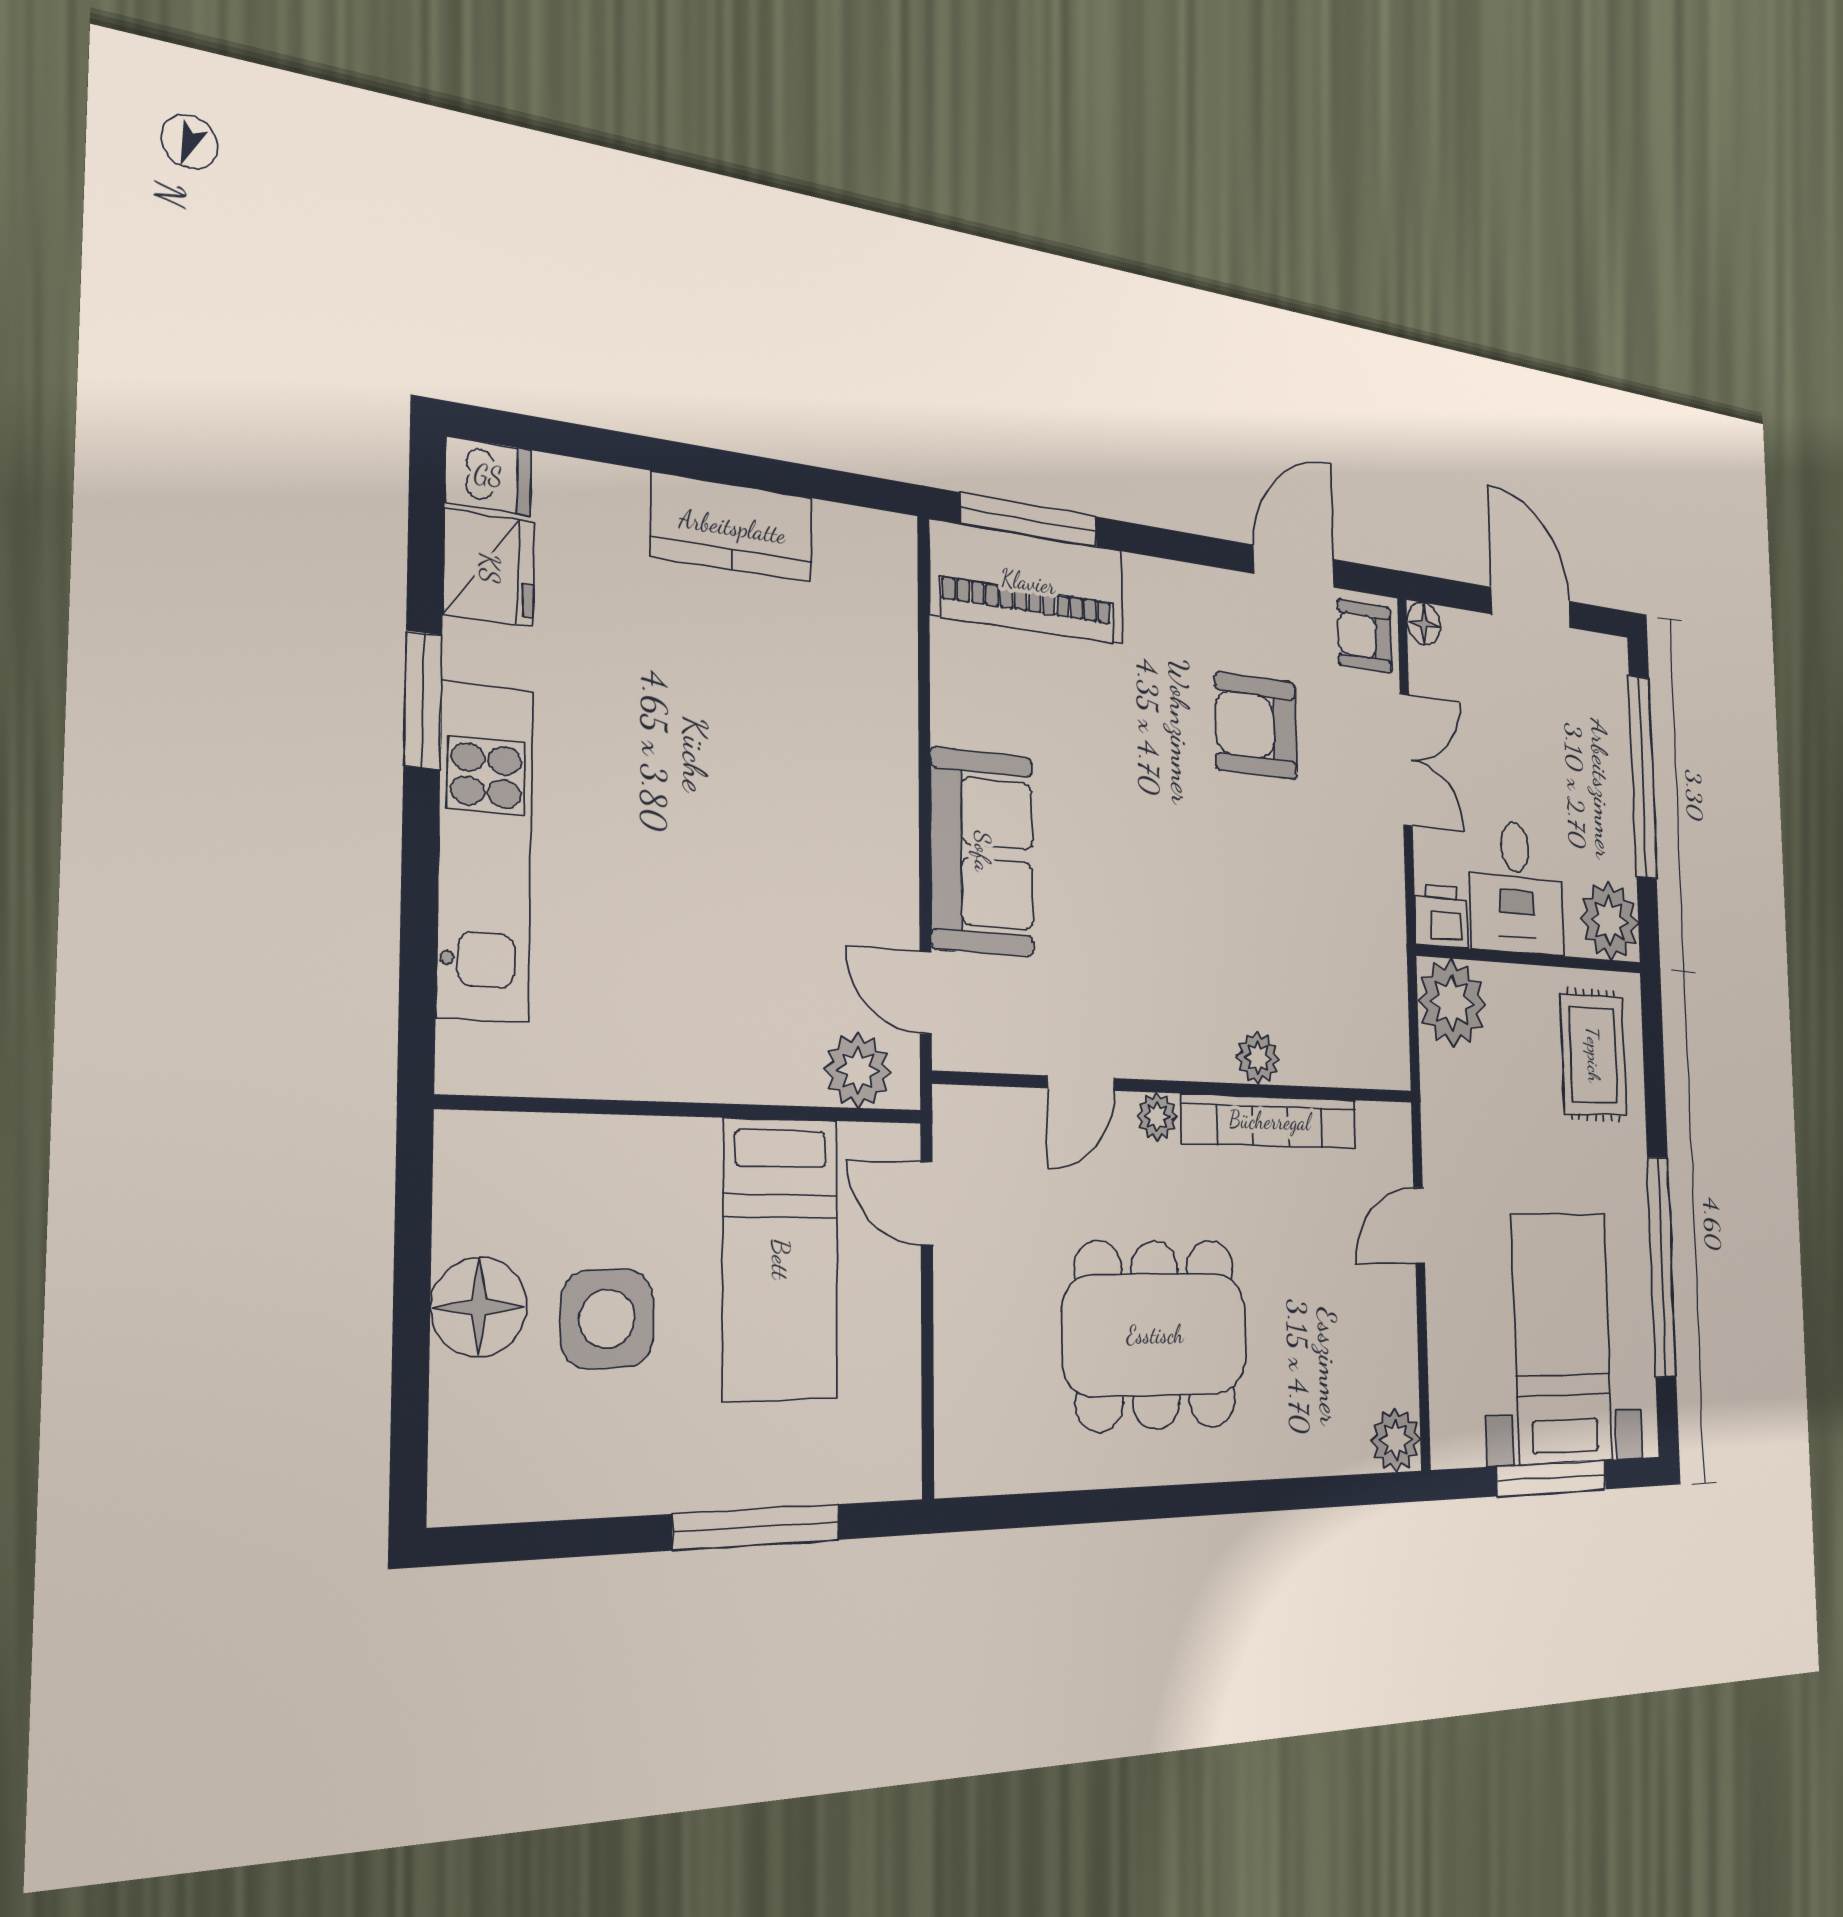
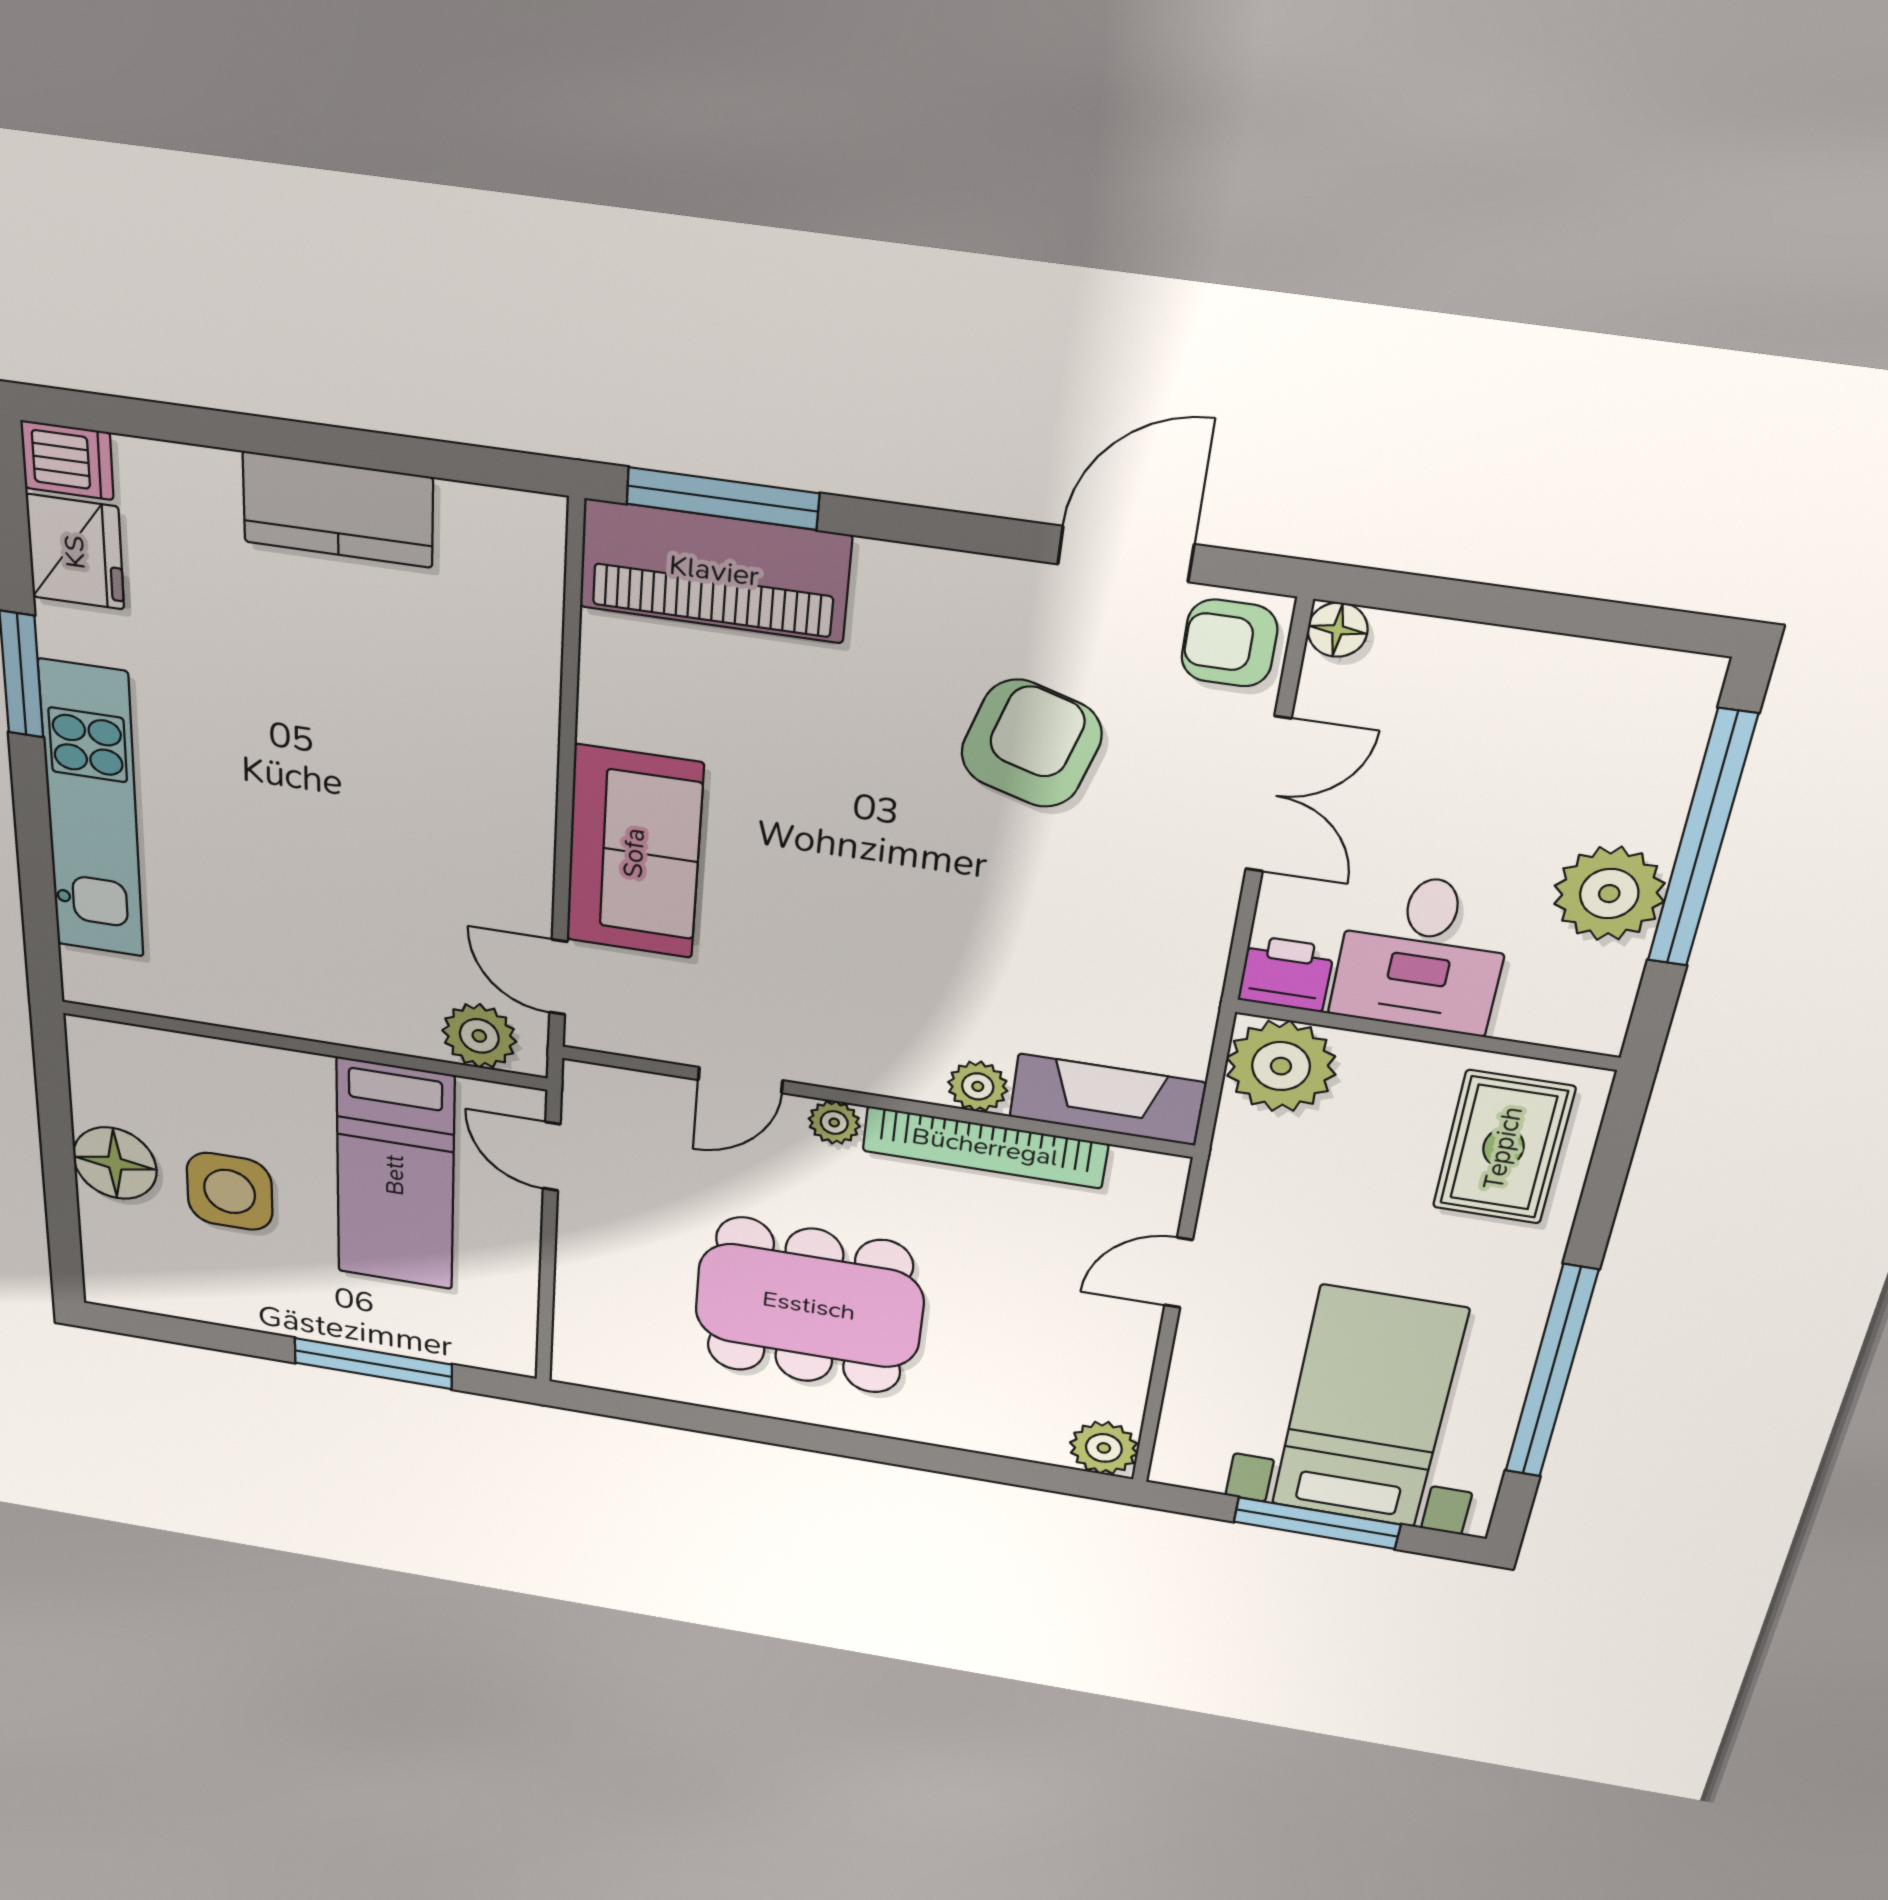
door: (1531, 608) -> (1547, 612), removed
armchair: (1256, 726) -> (1031, 744), turned 107
plant: (1609, 921) -> (1609, 894), moved
fireplace: (1347, 1055) -> (1107, 1100), added

